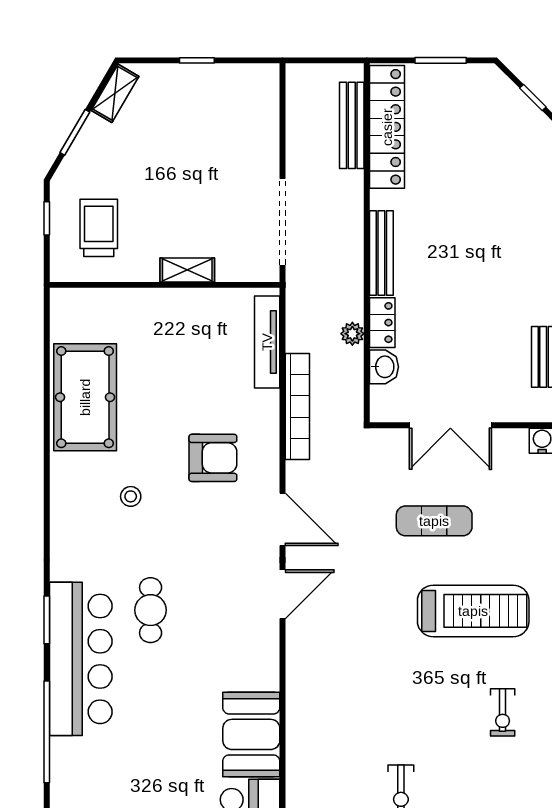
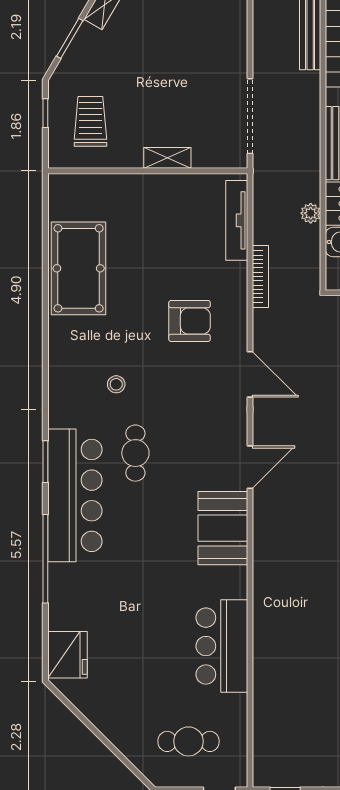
bookcase: (297, 407) -> (260, 276), width x0.68, depth x0.76
stool: (131, 496) -> (116, 384), moved
door: (283, 594) -> (250, 467), moved
booth: (251, 734) -> (223, 528), moved

